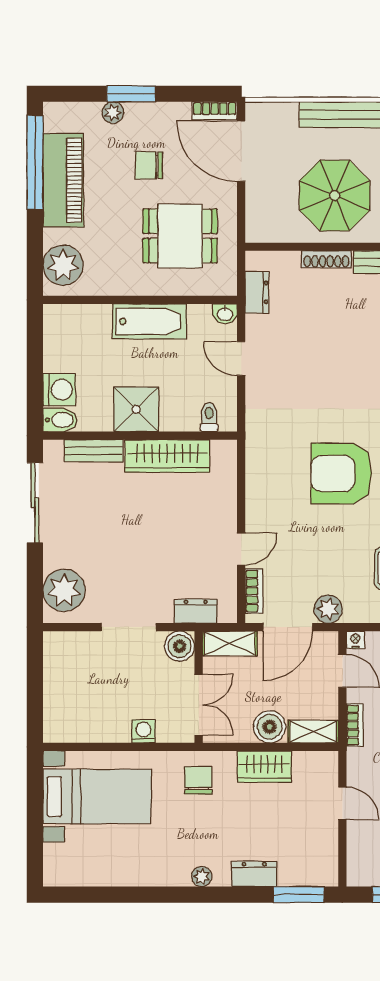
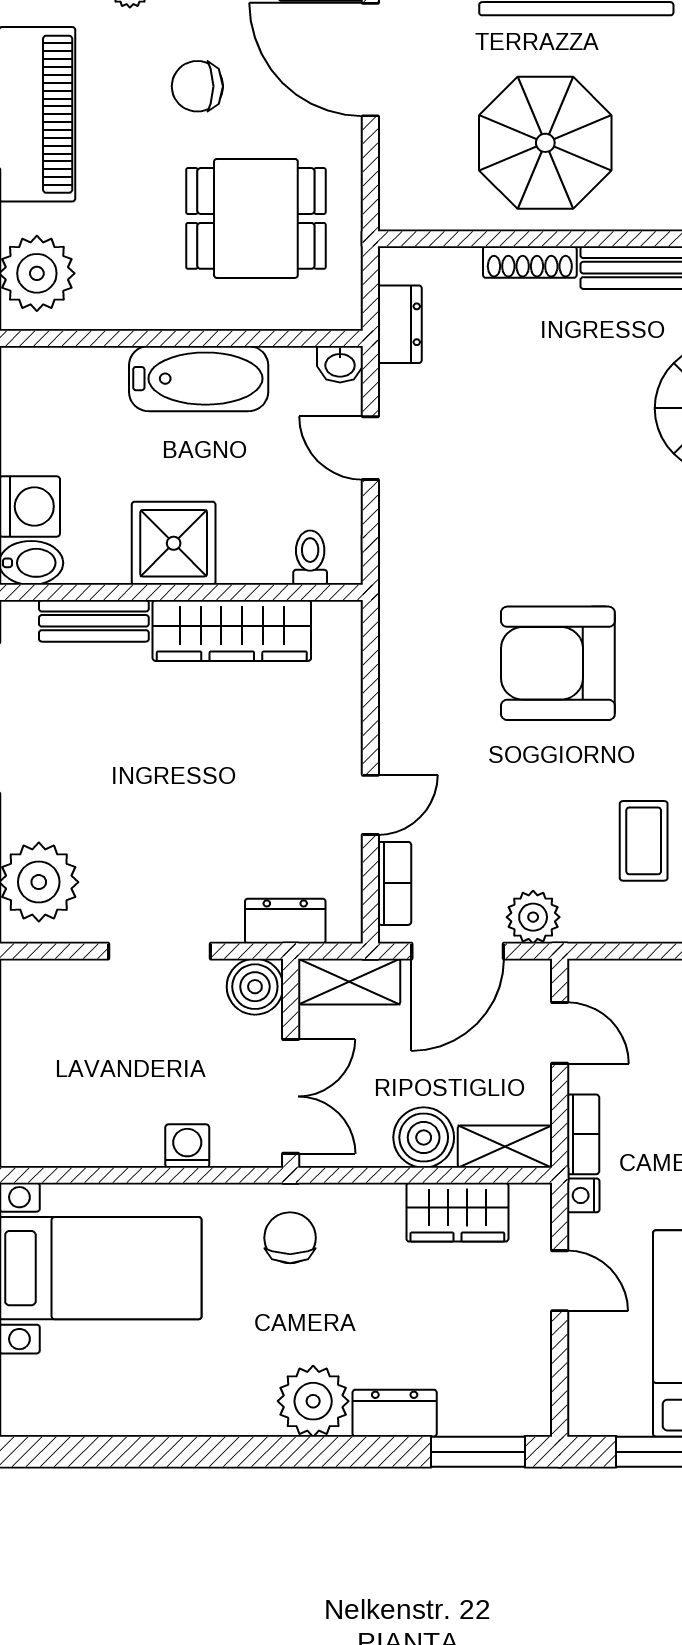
nightstand: (355, 640) -> (583, 1195), moved, turned -90
wardrobe: (264, 767) -> (457, 1212), moved
plant: (202, 876) -> (313, 1401), width x1.88, depth x1.88

